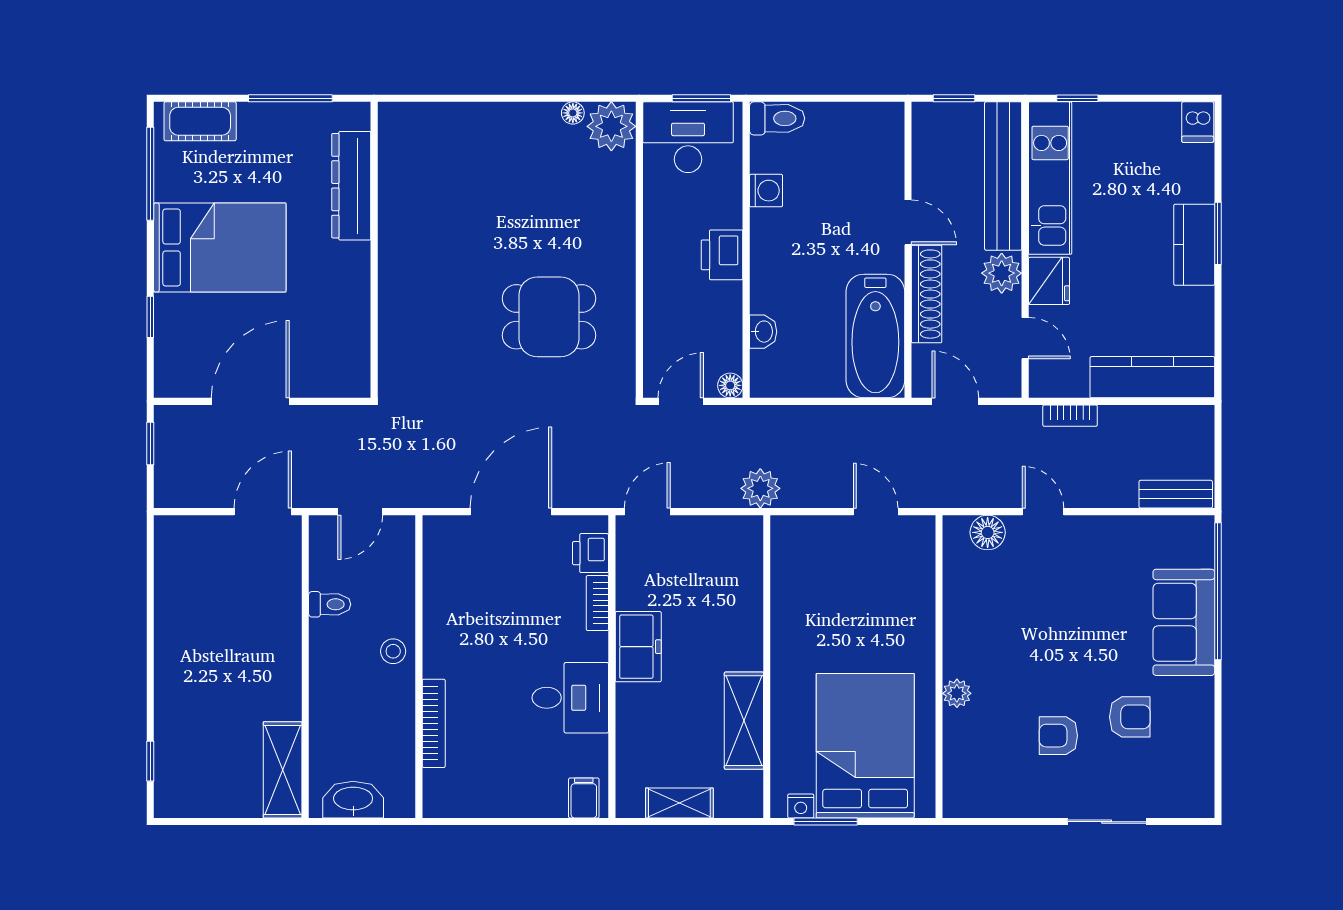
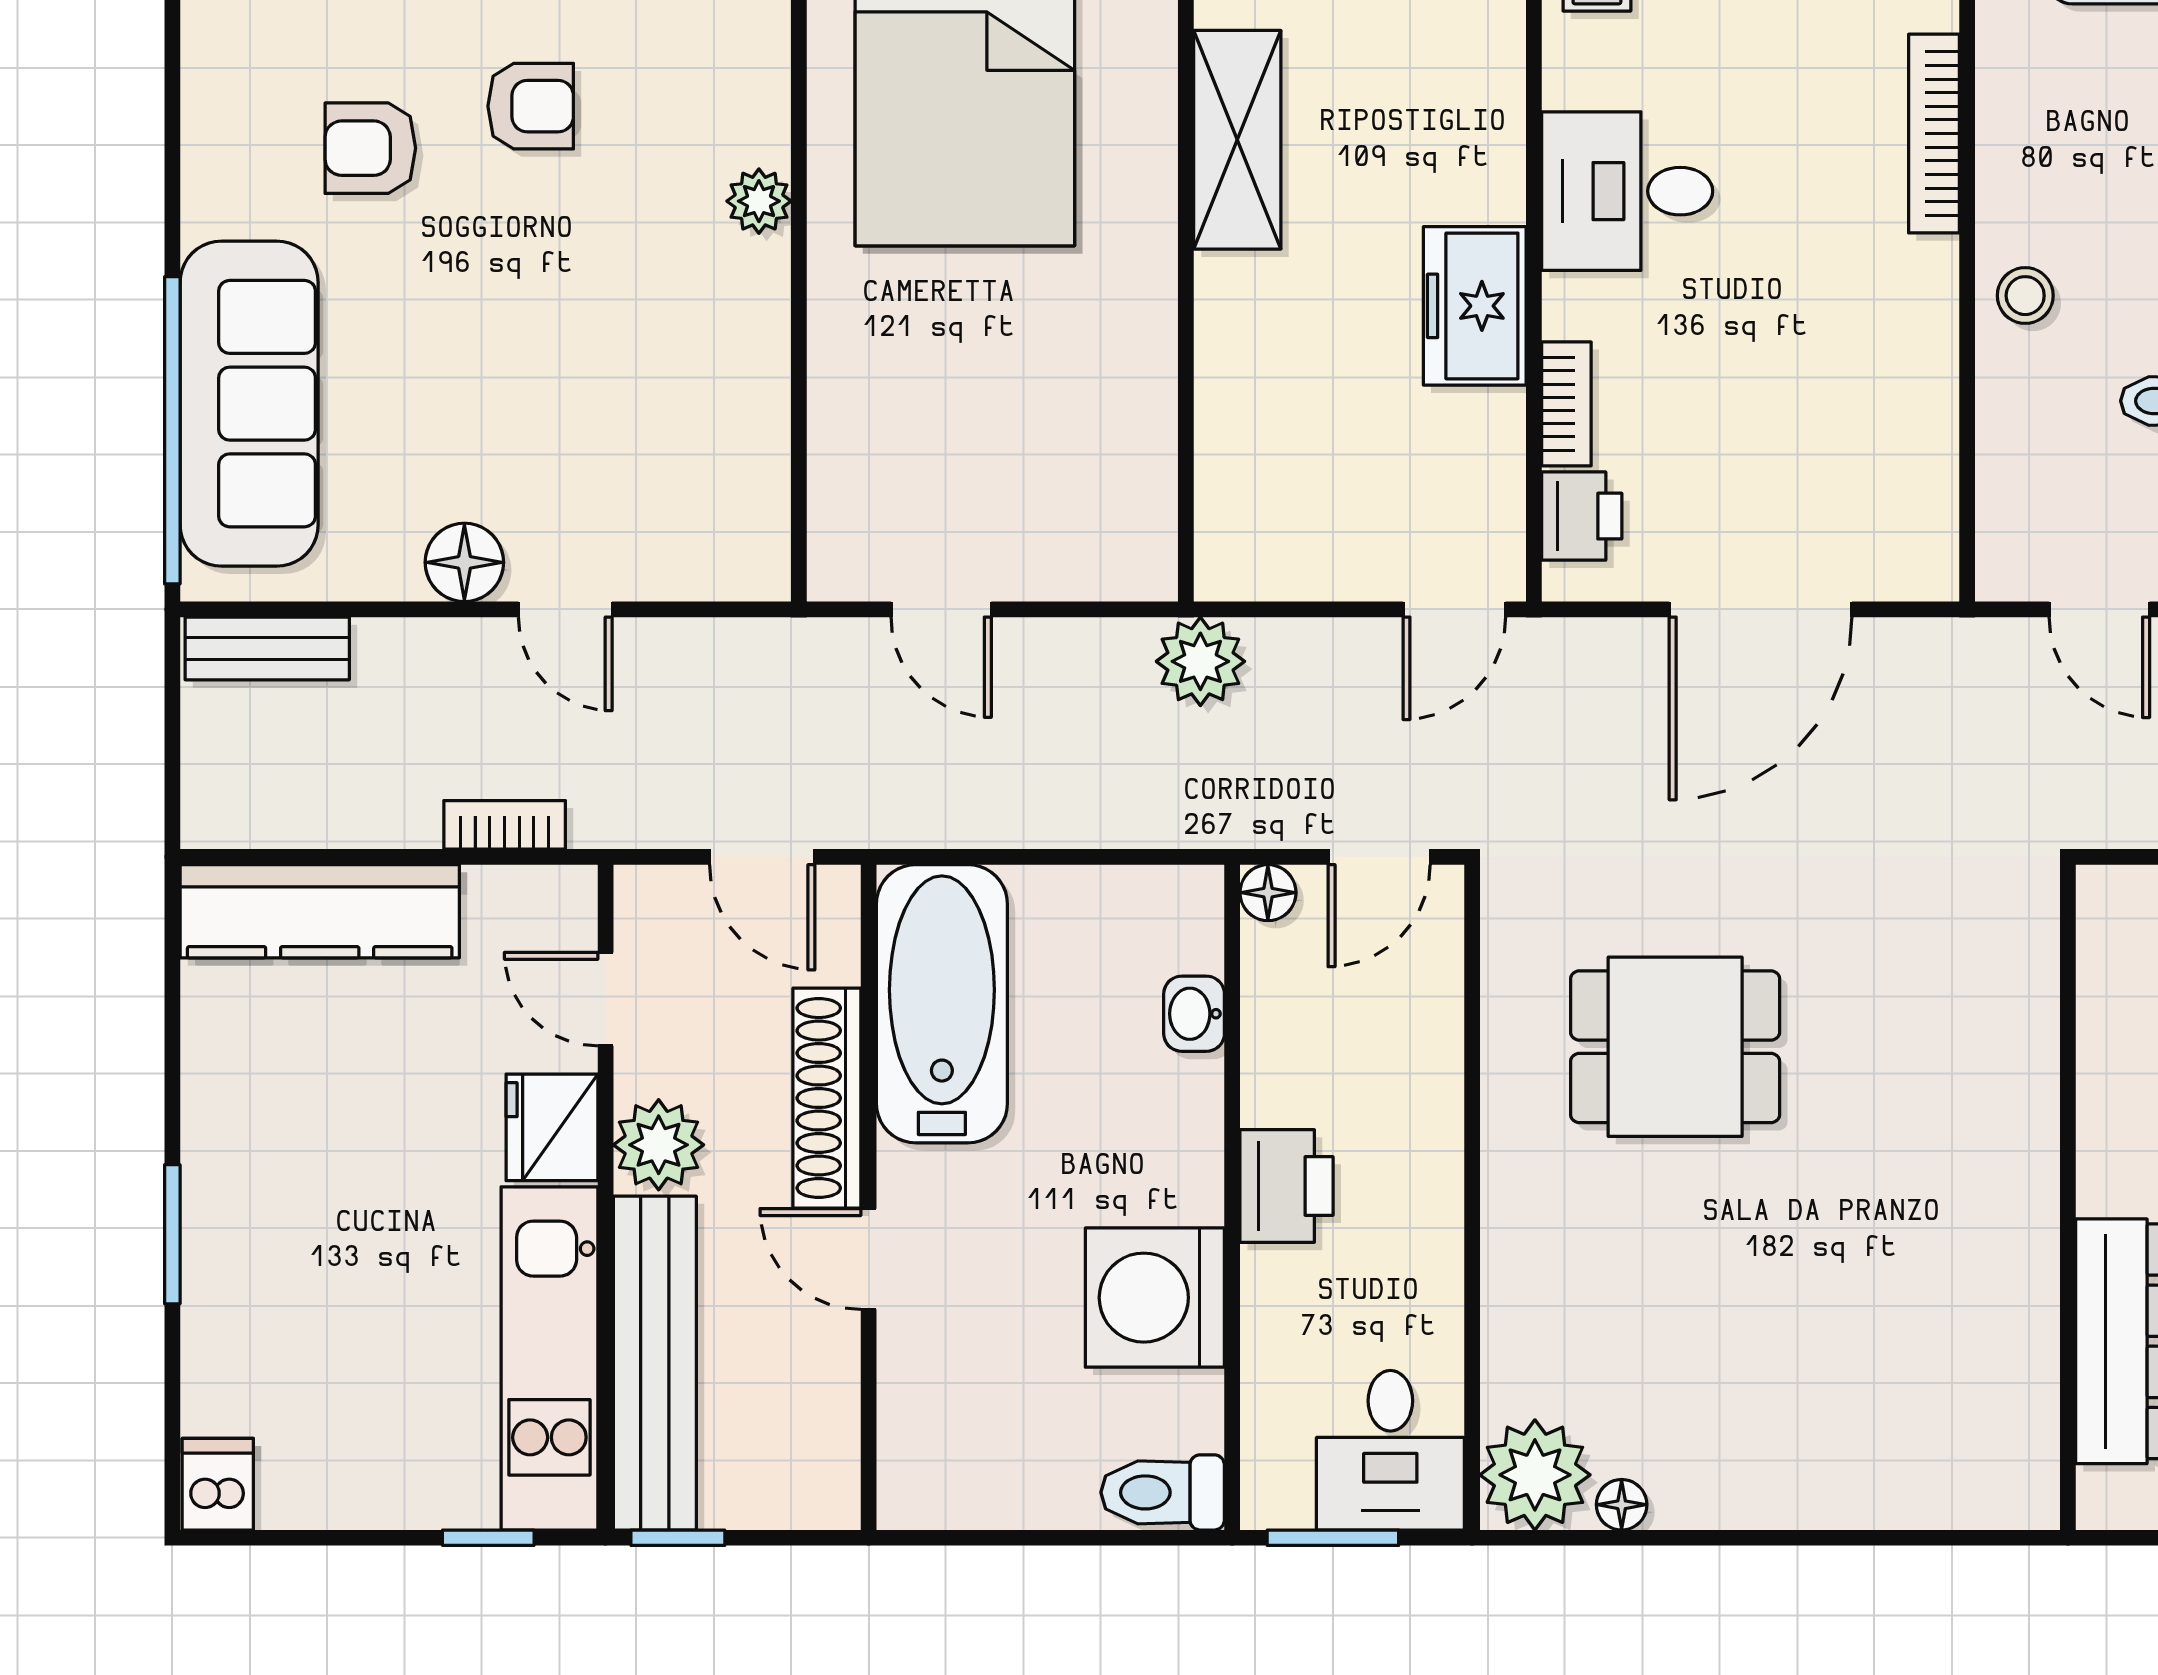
window: (954, 98) -> (678, 1538), moved
desk: (688, 137) -> (1390, 1450), width x0.73
washing machine: (766, 191) -> (1155, 1298), width x1.89, depth x1.89
kitchen counter: (1194, 245) -> (226, 1209), removed
door: (360, 512) -> (2099, 609), swing flipped
floor lamp: (988, 532) -> (464, 562), moved
sofa: (1184, 622) -> (249, 404), width x1.36

